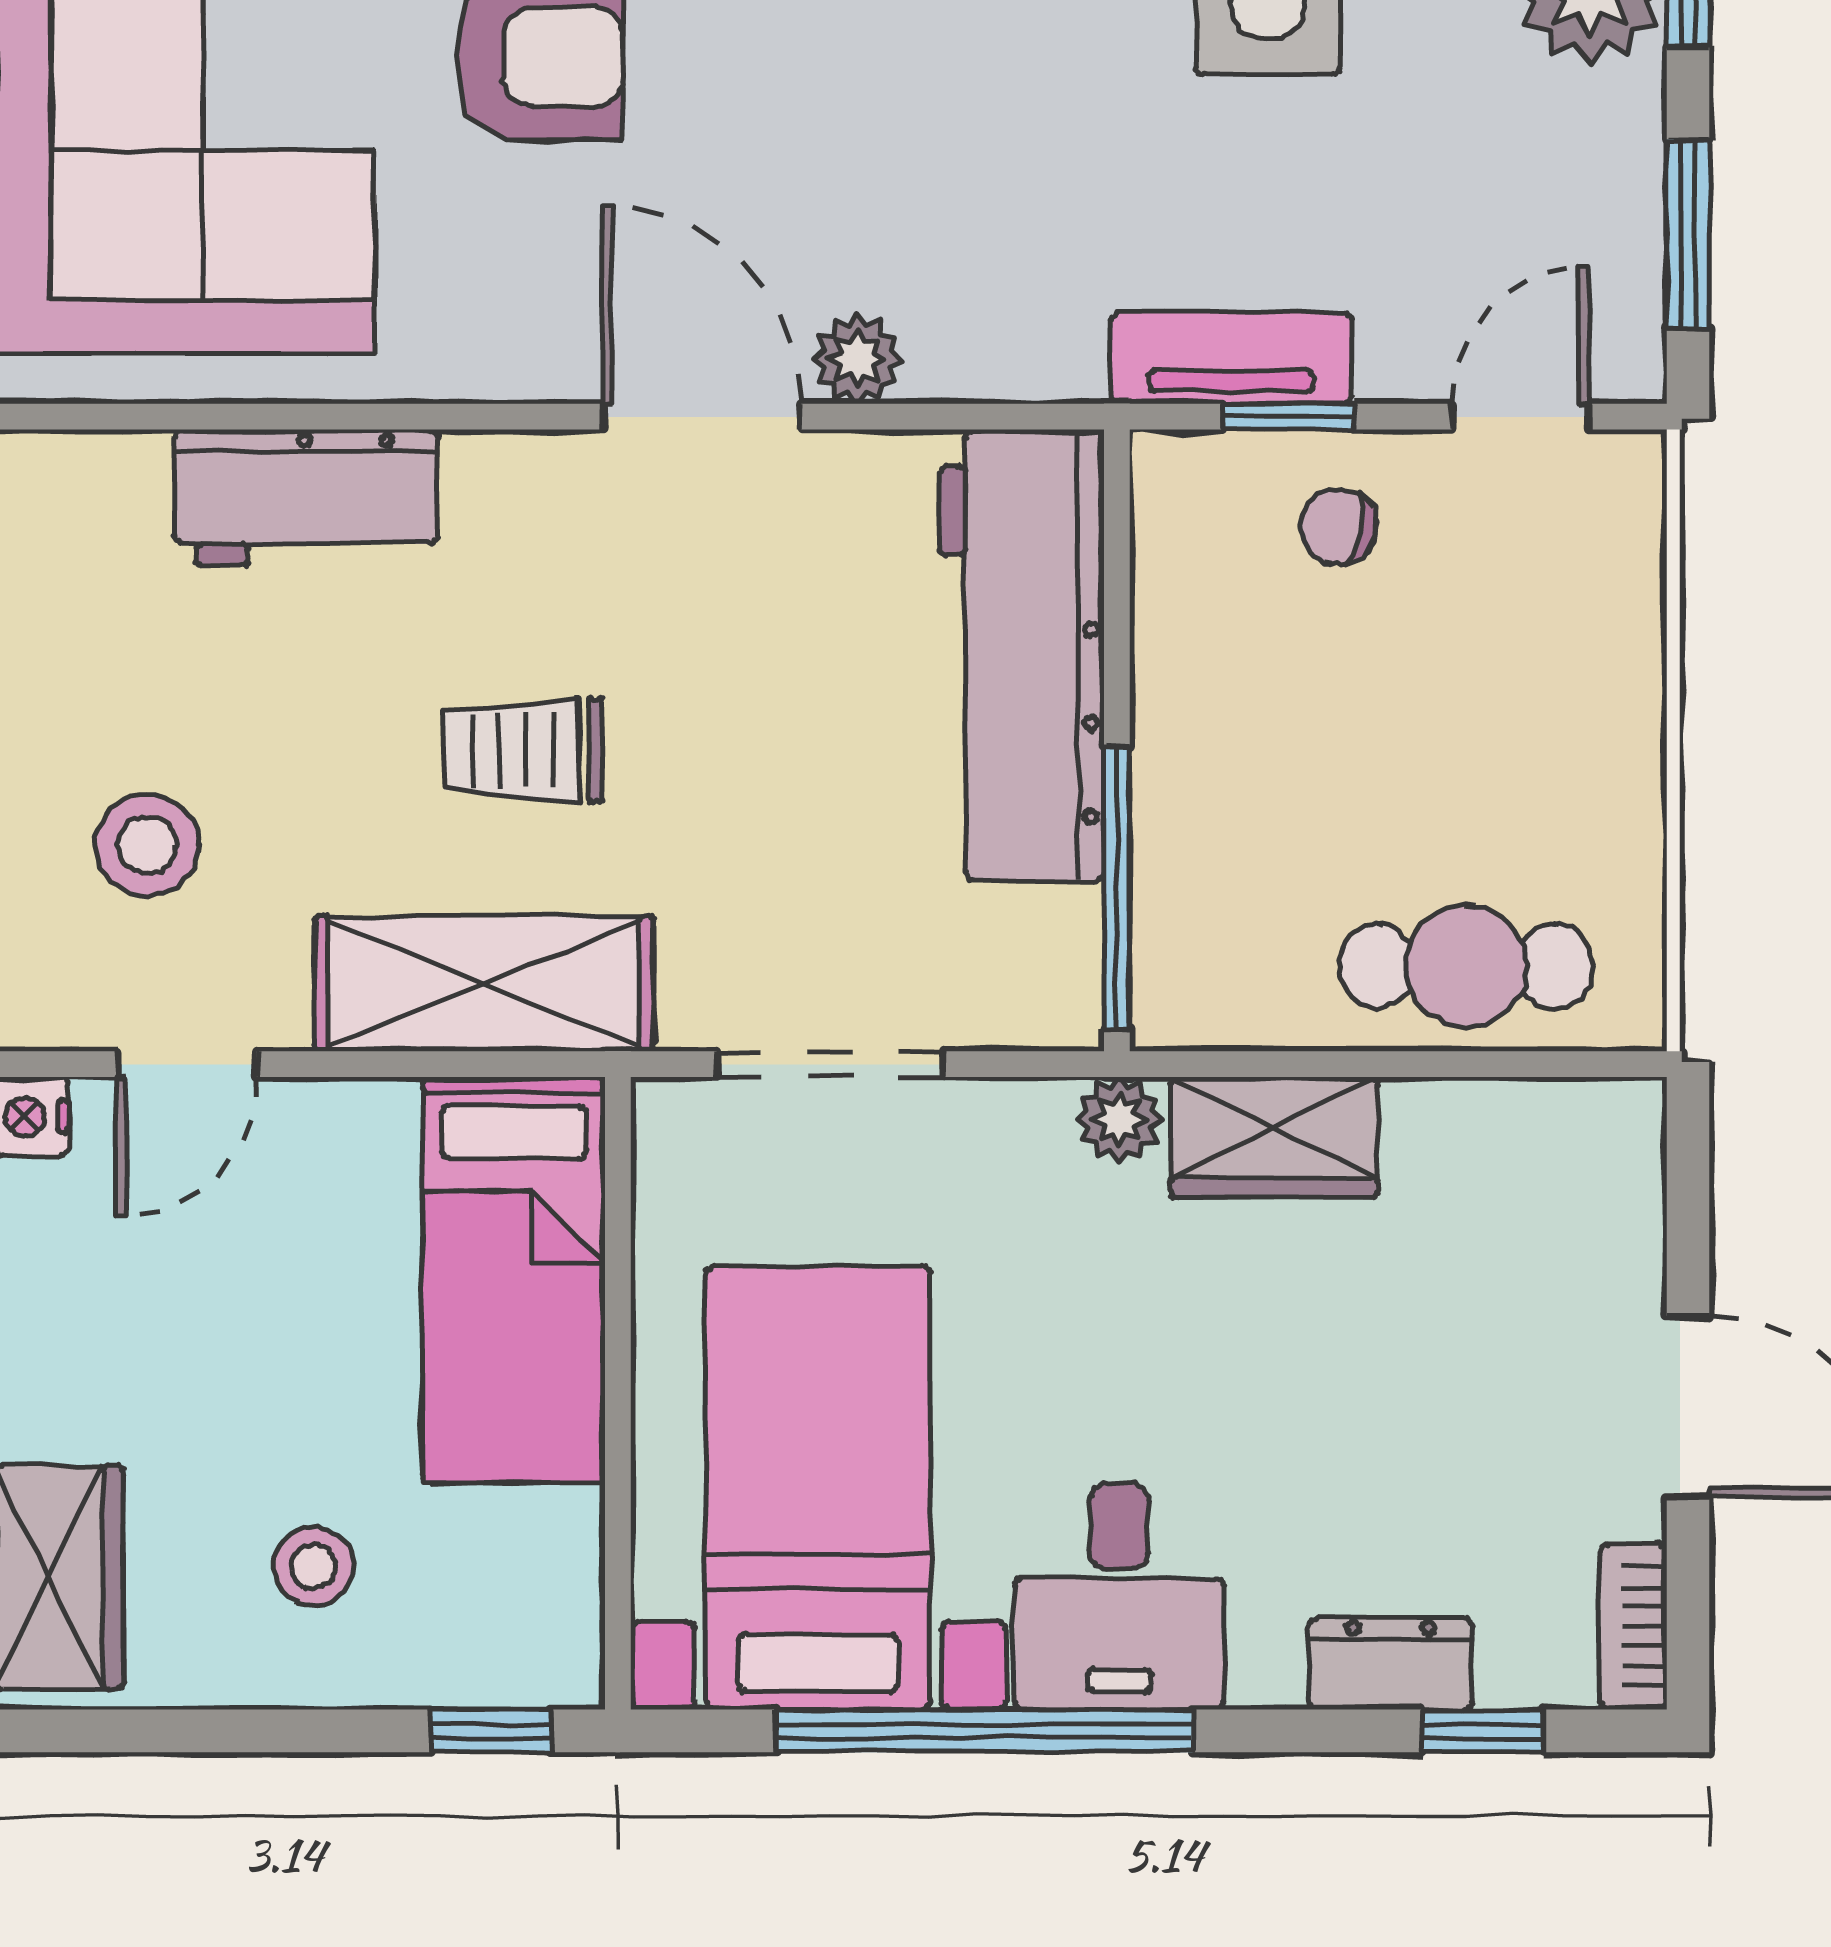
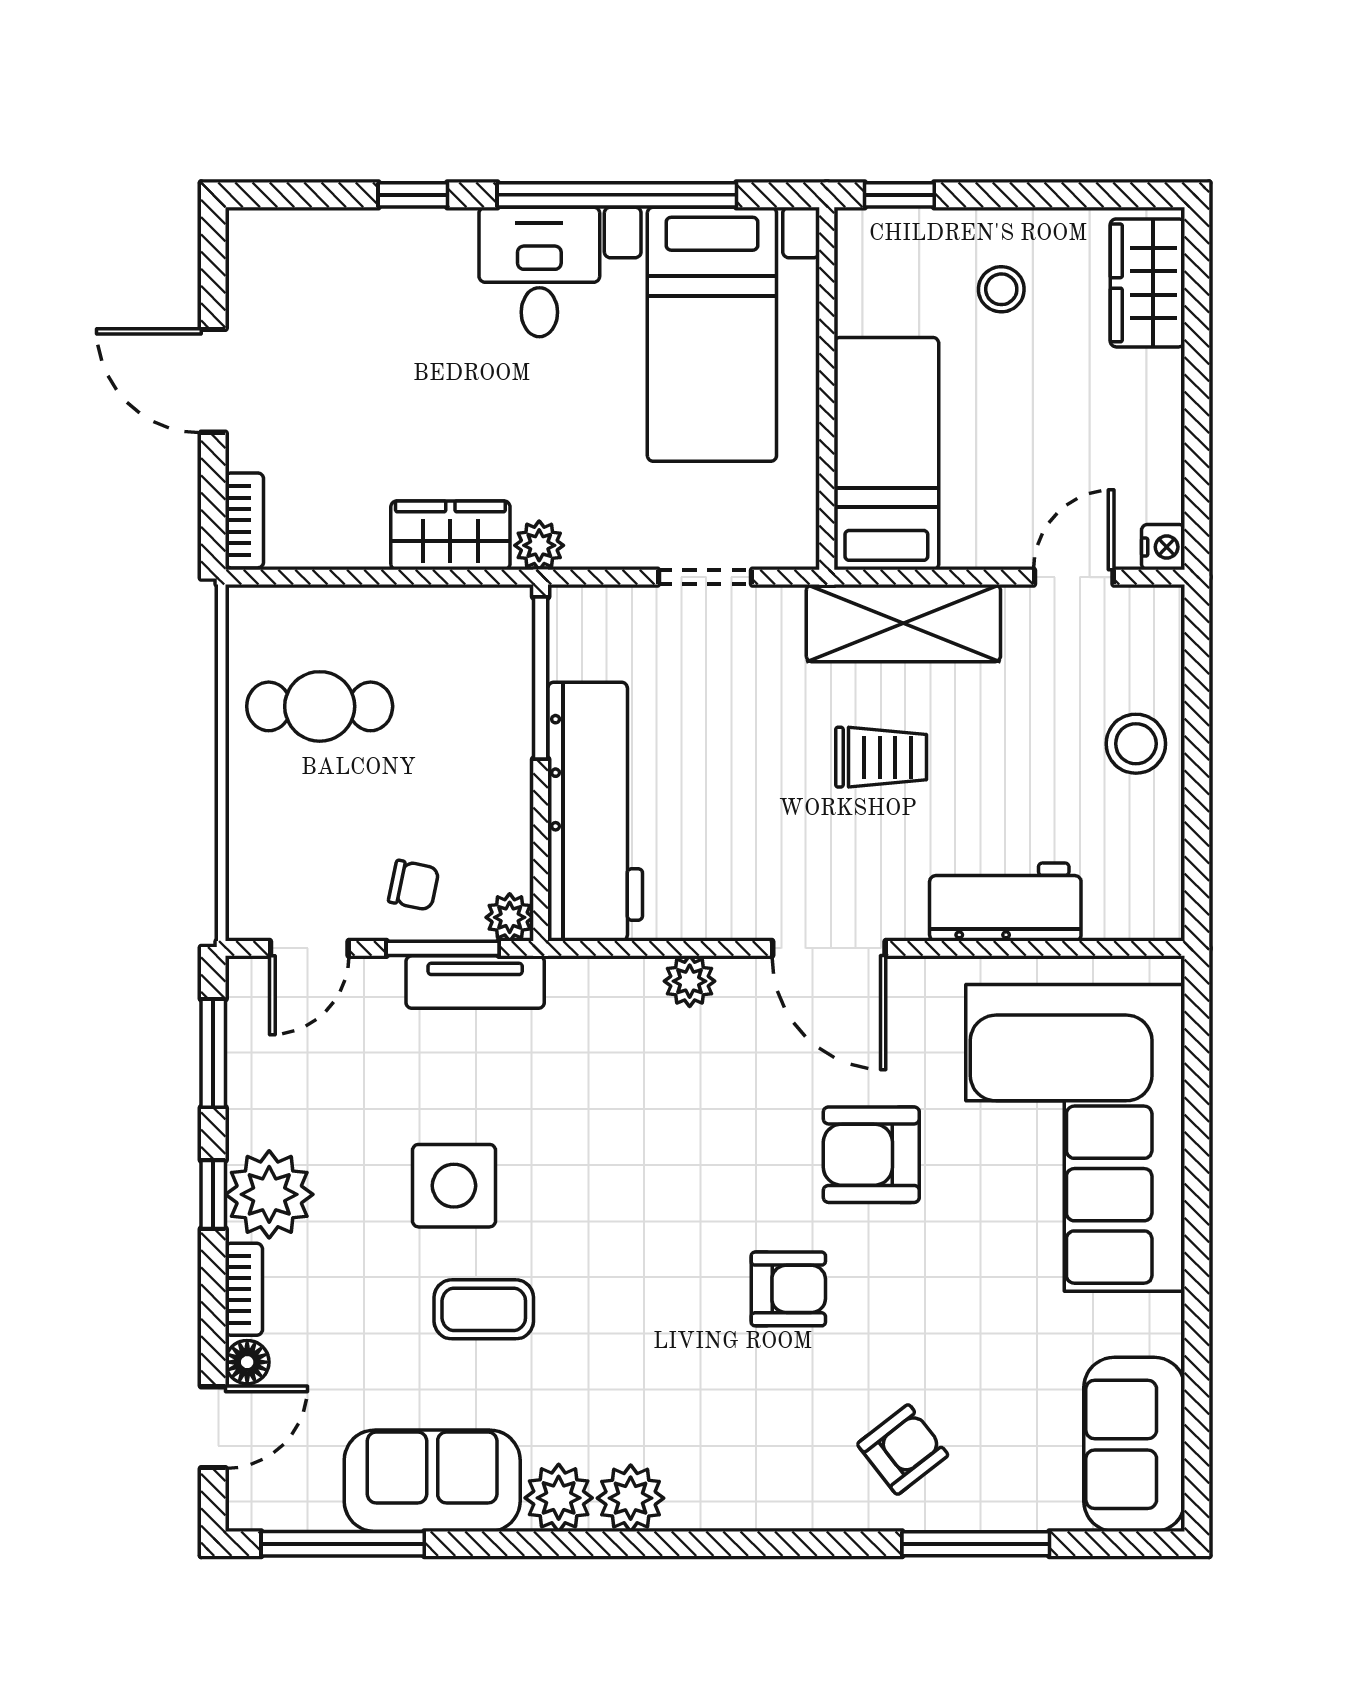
door: (702, 417) -> (829, 948), moved
window: (1288, 417) -> (443, 948), width x1.50
plant: (1171, 471) -> (510, 917), added
stool: (147, 845) -> (1136, 744), moved
cafe table: (1466, 966) -> (320, 706), moved
doorway: (830, 1064) -> (705, 577), width x0.73
bookcase: (1634, 1627) -> (244, 520), moved
dresser: (1391, 1664) -> (384, 233), removed
window: (1483, 1731) -> (413, 195), moved

